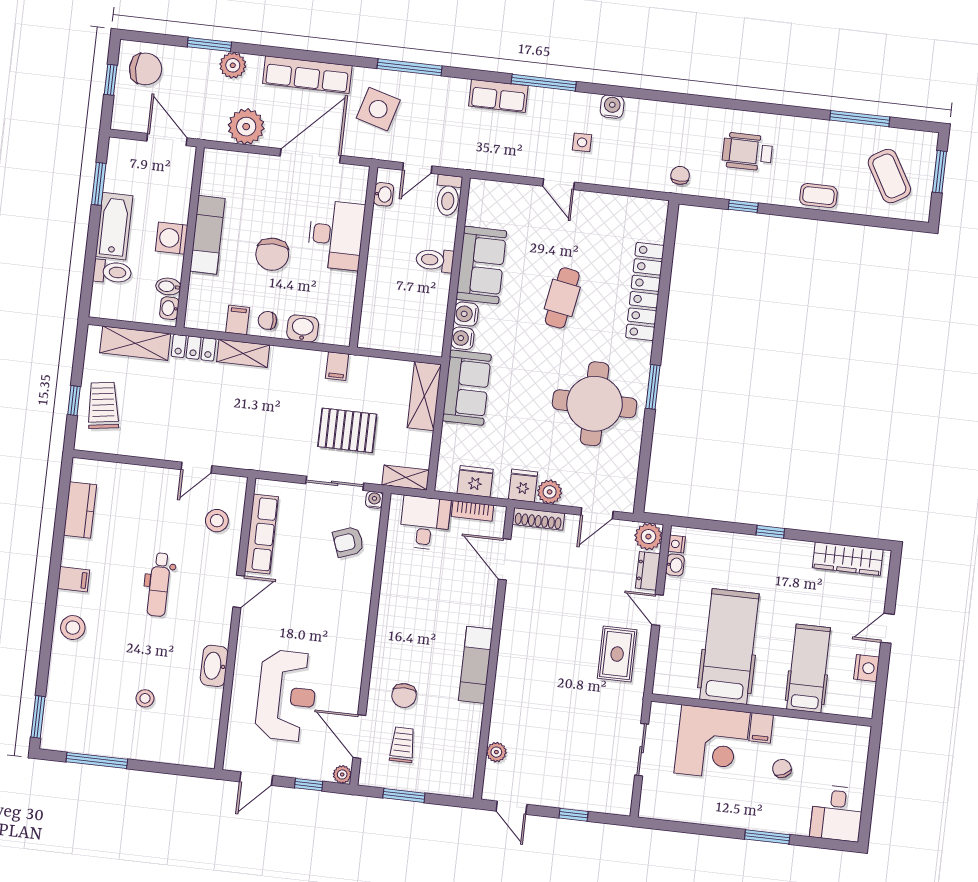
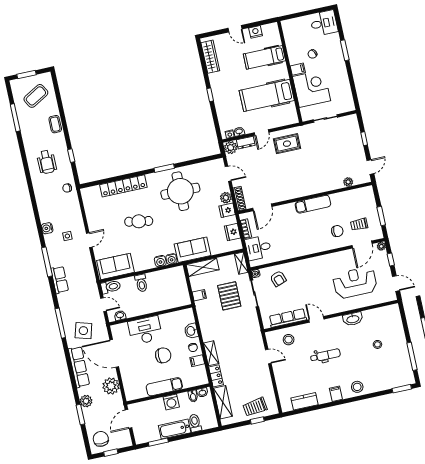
sofa: (481, 265) -> (115, 266), moved
filing cabinet: (337, 366) -> (199, 295), moved

